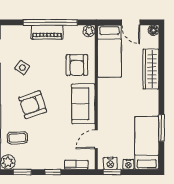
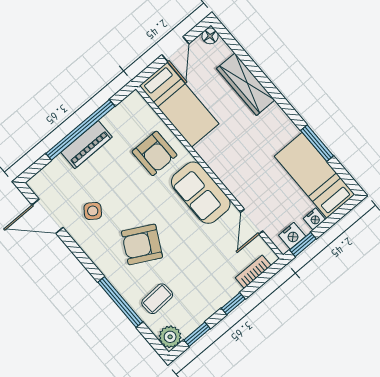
door: (131, 22) -> (175, 49), hinge flipped
plant: (89, 31) -> (135, 101), removed
armchair: (33, 105) -> (142, 244), turned 46

